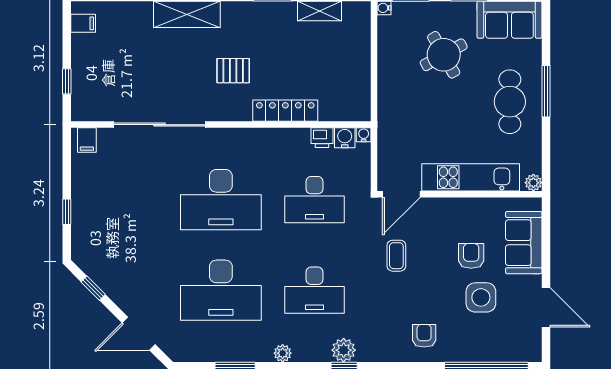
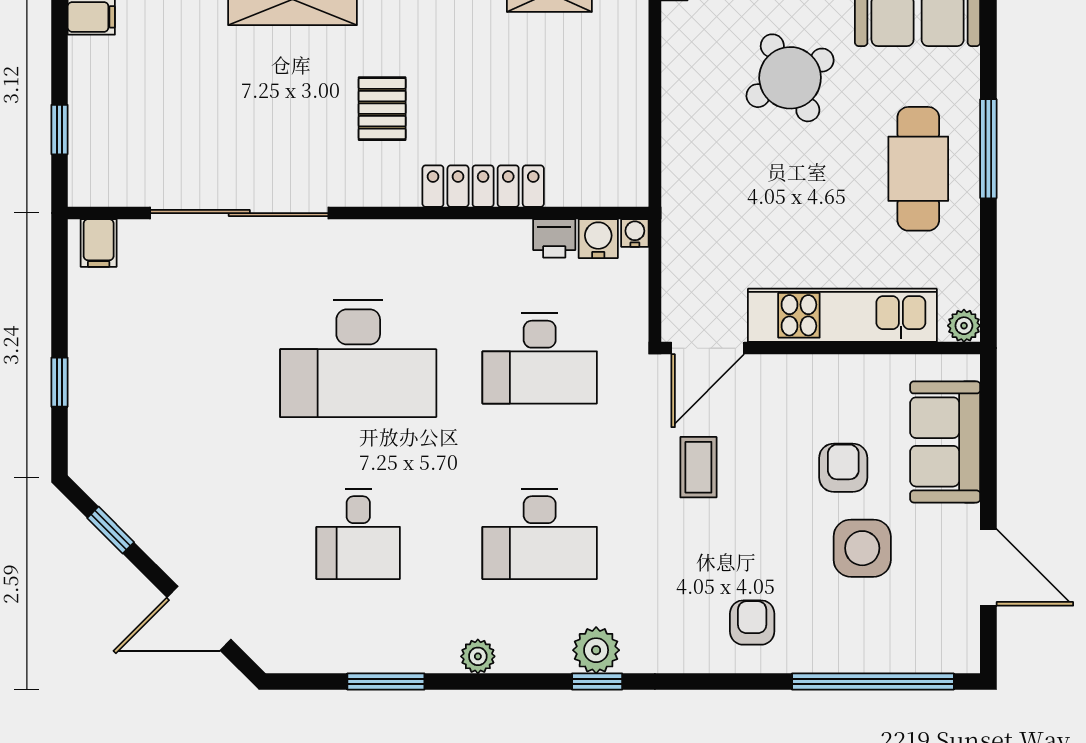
pallet: (233, 71) -> (382, 109), turned 90
desk: (221, 290) -> (358, 534), width x0.53, depth x0.77

